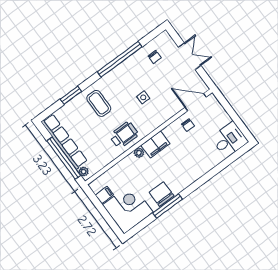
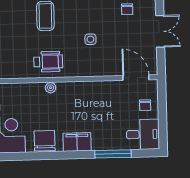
chair: (188, 125) -> (145, 105), moved
filing cabinet: (155, 144) -> (77, 142), moved, turned 180
window: (167, 206) -> (113, 154), moved

